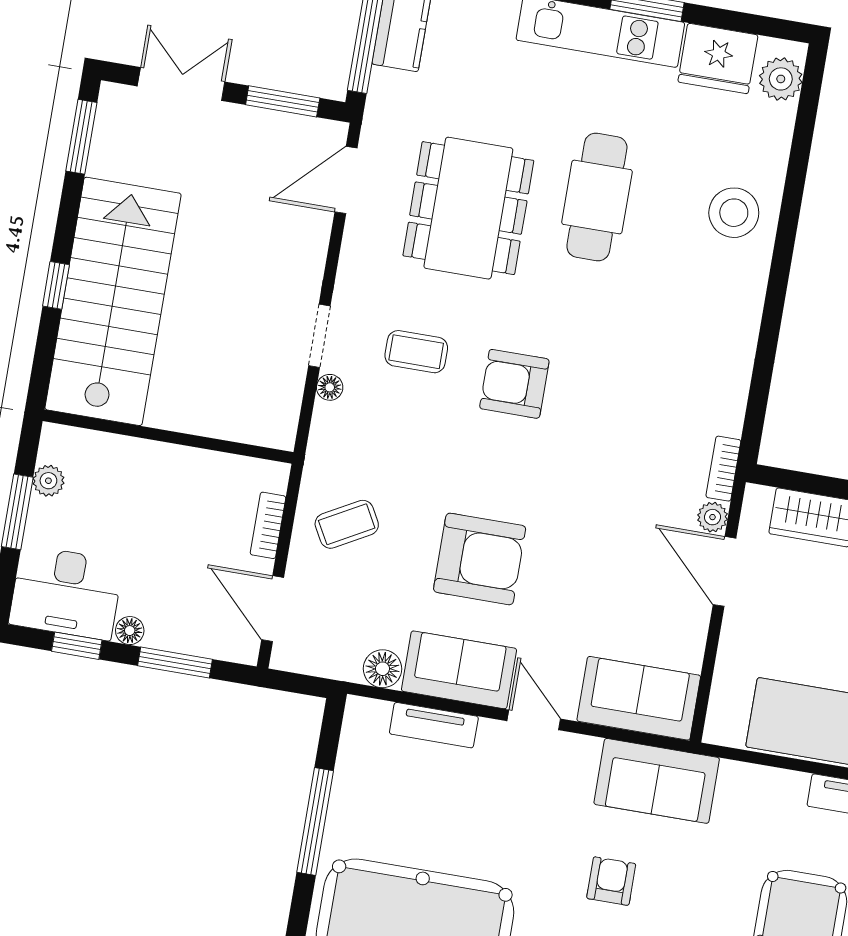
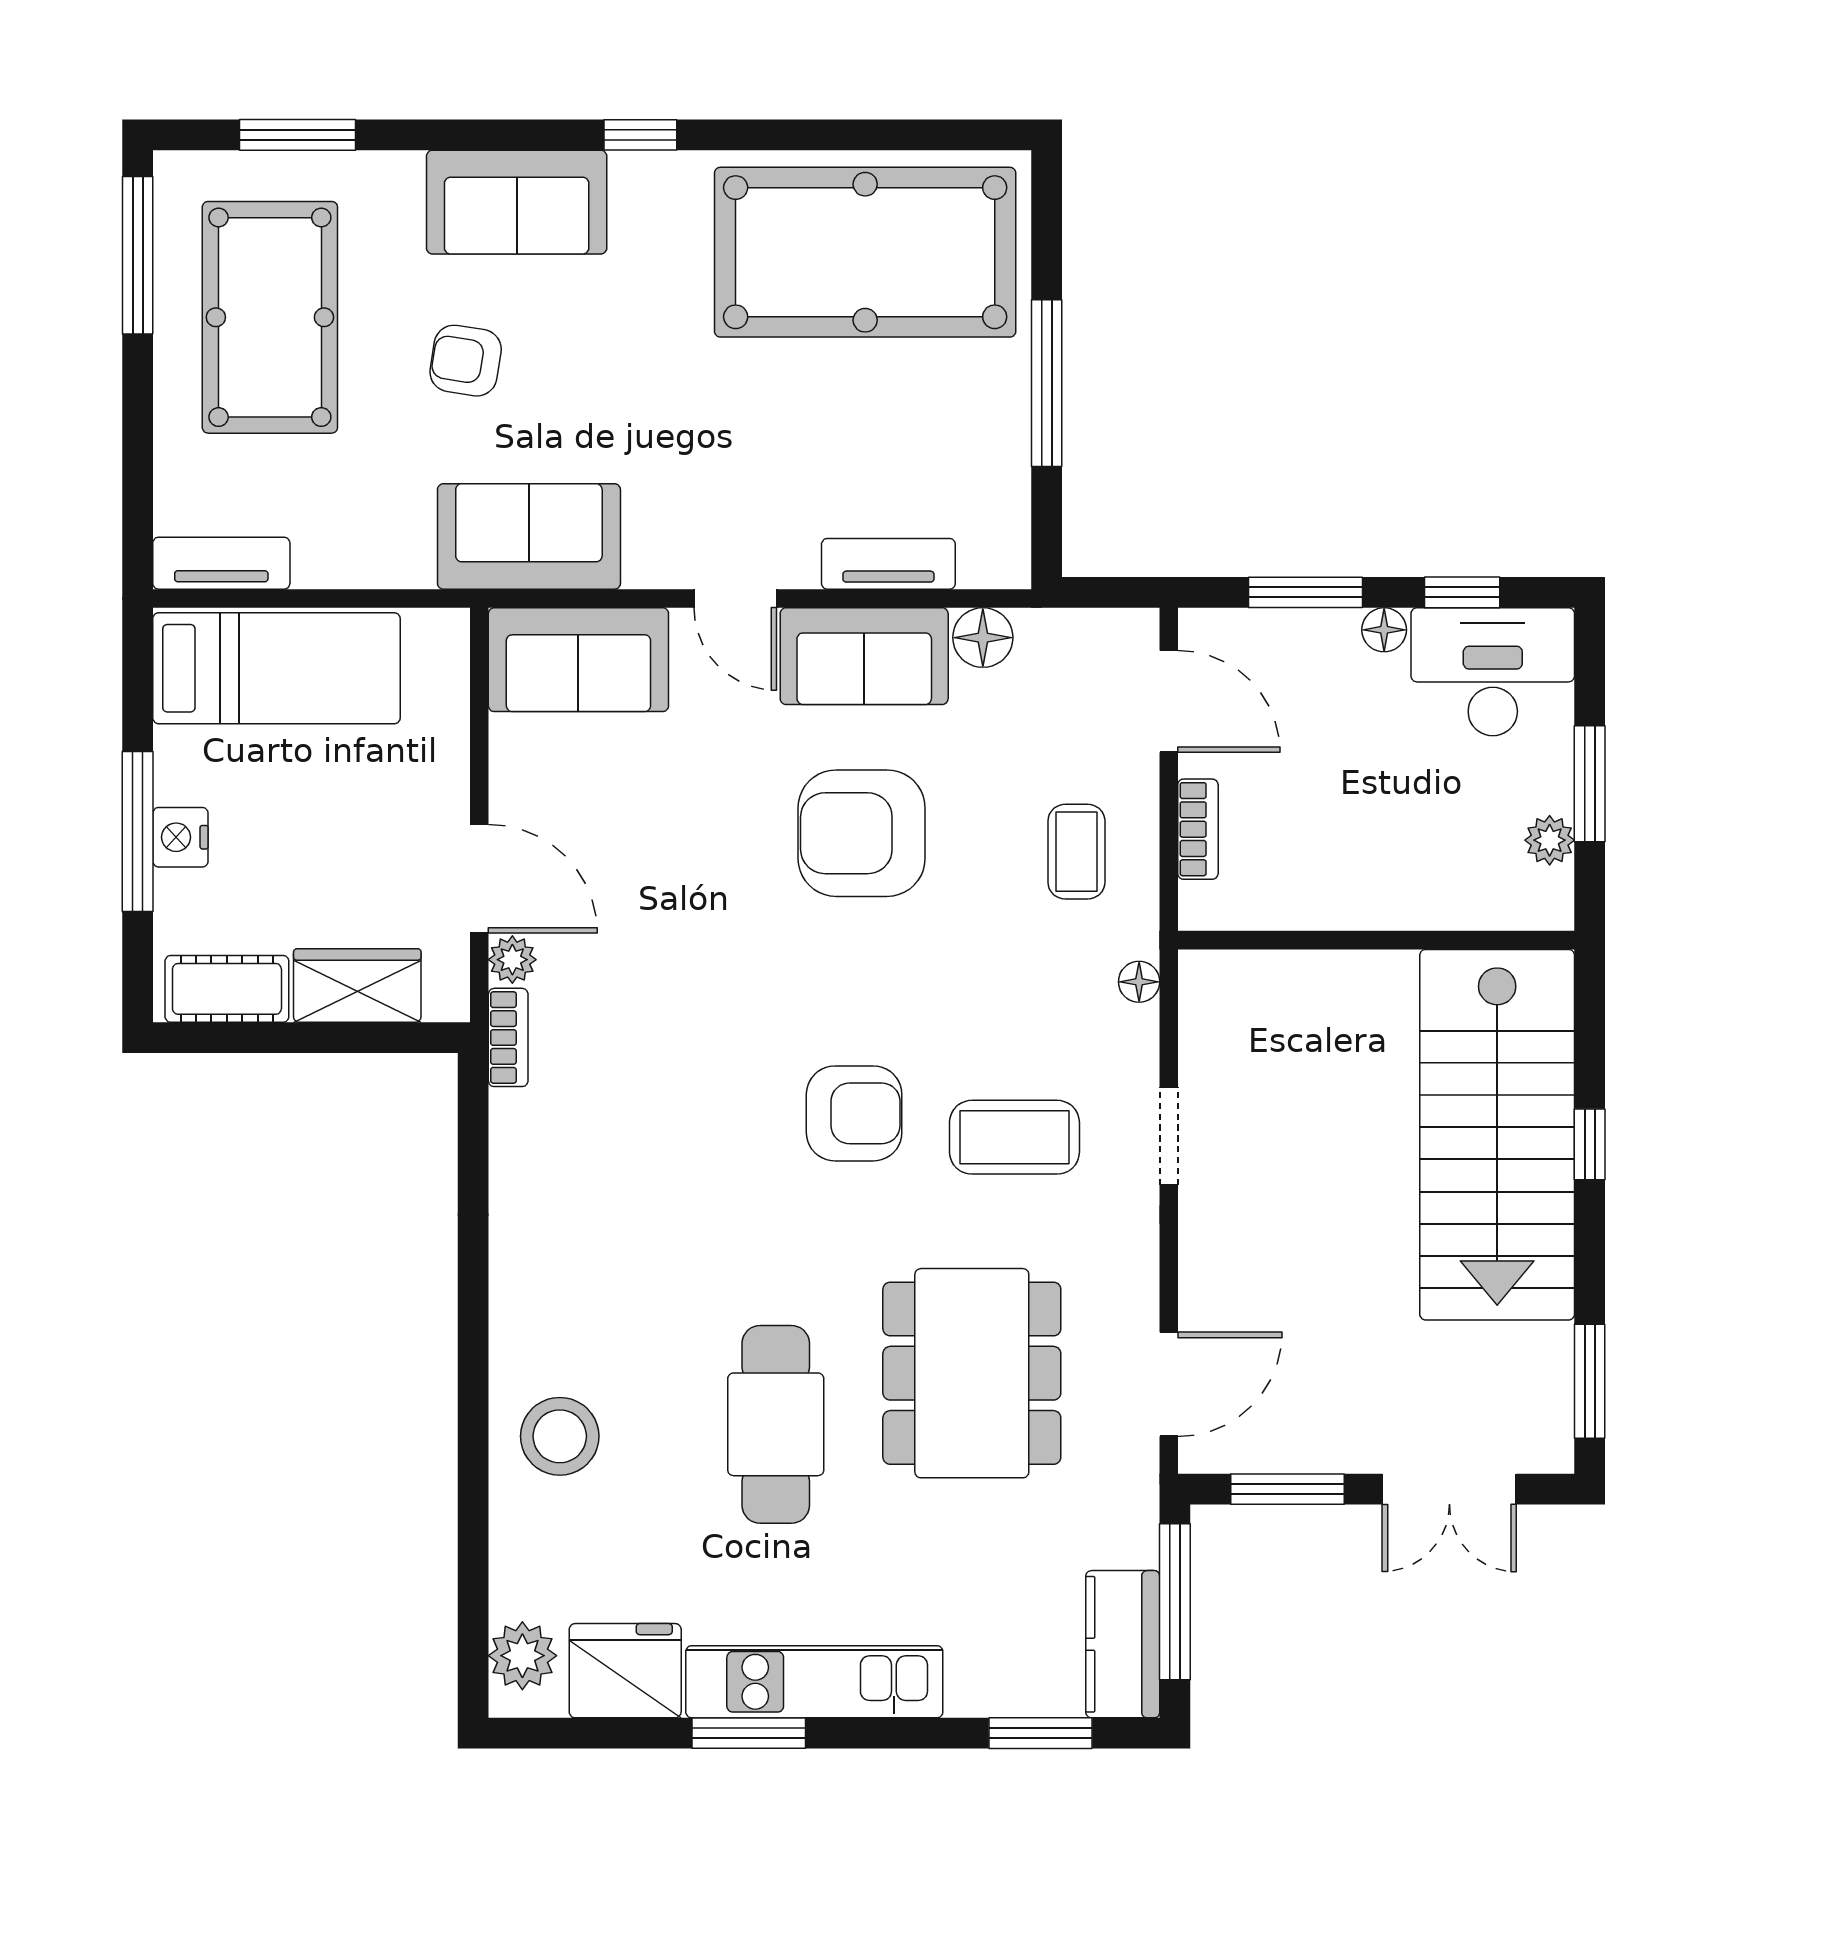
coffee table: (416, 352) -> (1014, 1137), width x1.36, depth x1.30
floor lamp: (330, 387) -> (1139, 982), moved
coffee table: (347, 524) -> (1076, 852), turned -61
armchair: (611, 881) -> (466, 361), moved, turned 99

